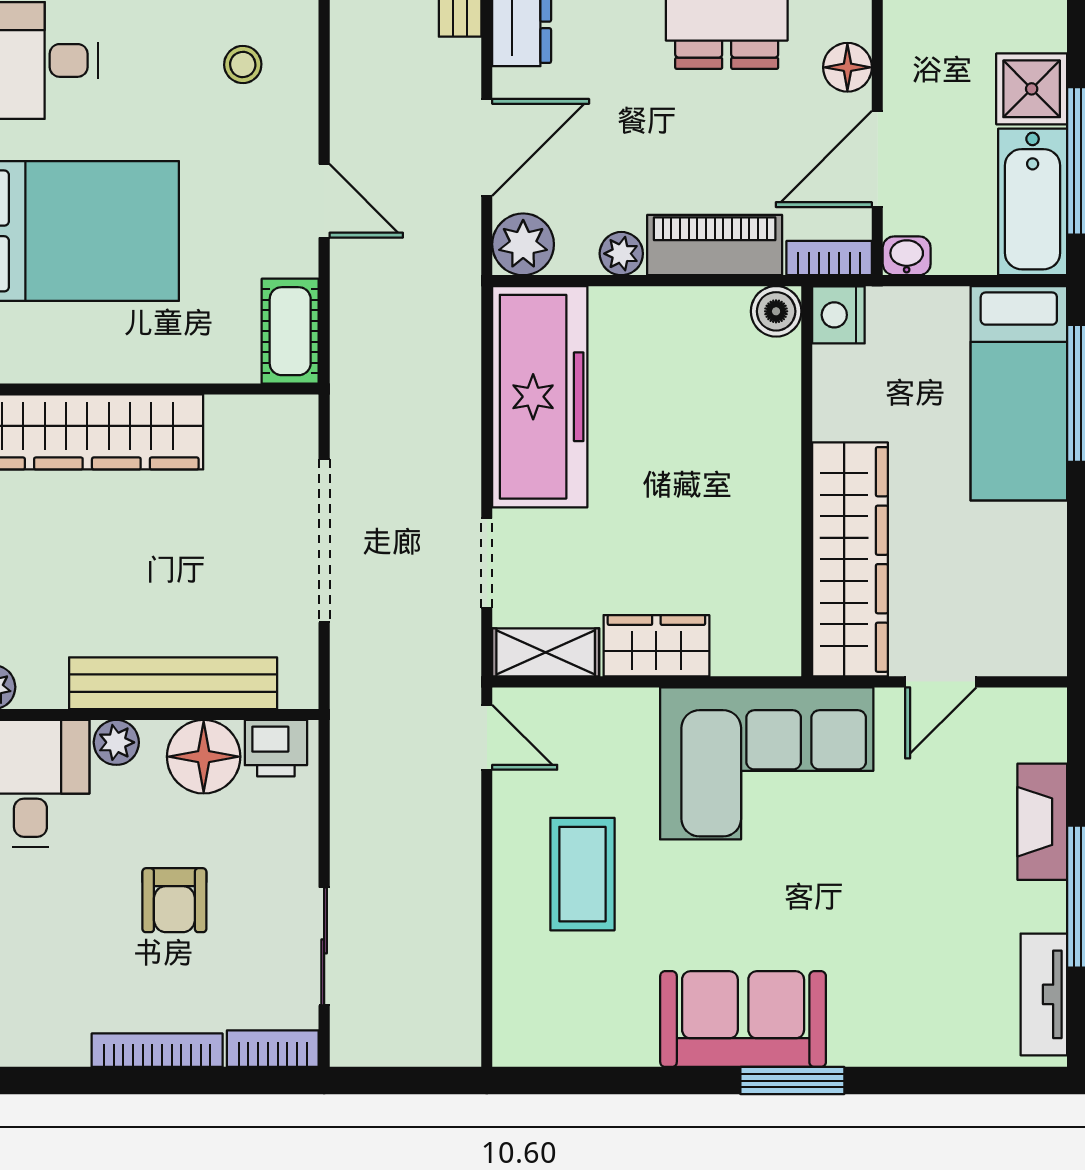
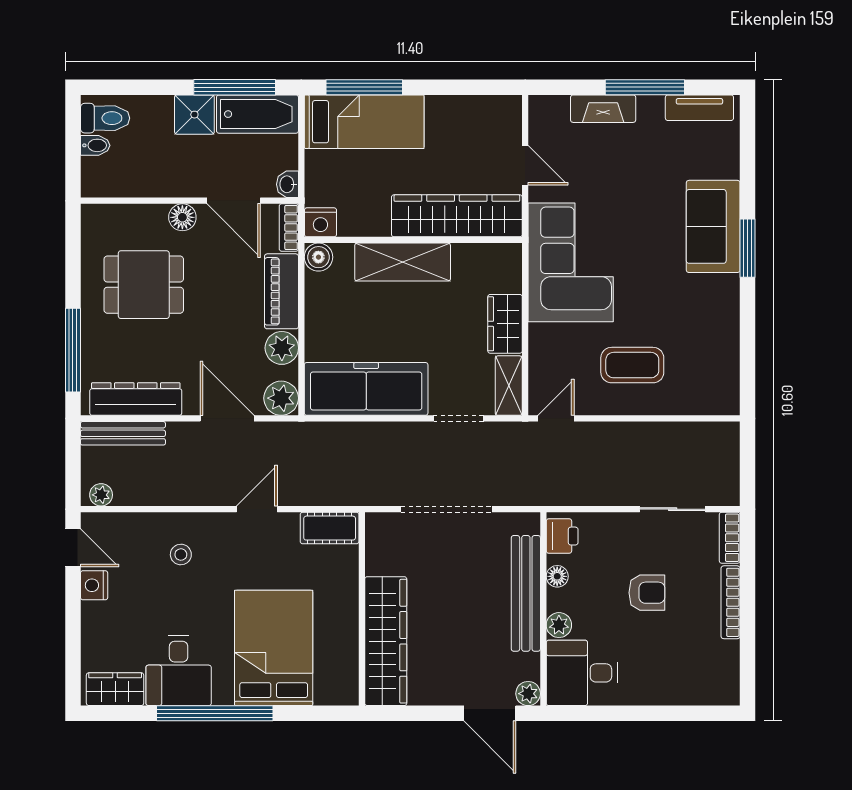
plant: (621, 254) -> (282, 348), width x1.38, depth x1.38
shelving: (767, 462) -> (403, 262), added
floor lamp: (204, 757) -> (557, 576), width x0.53, depth x0.53
sofa: (743, 1019) -> (713, 226), moved

